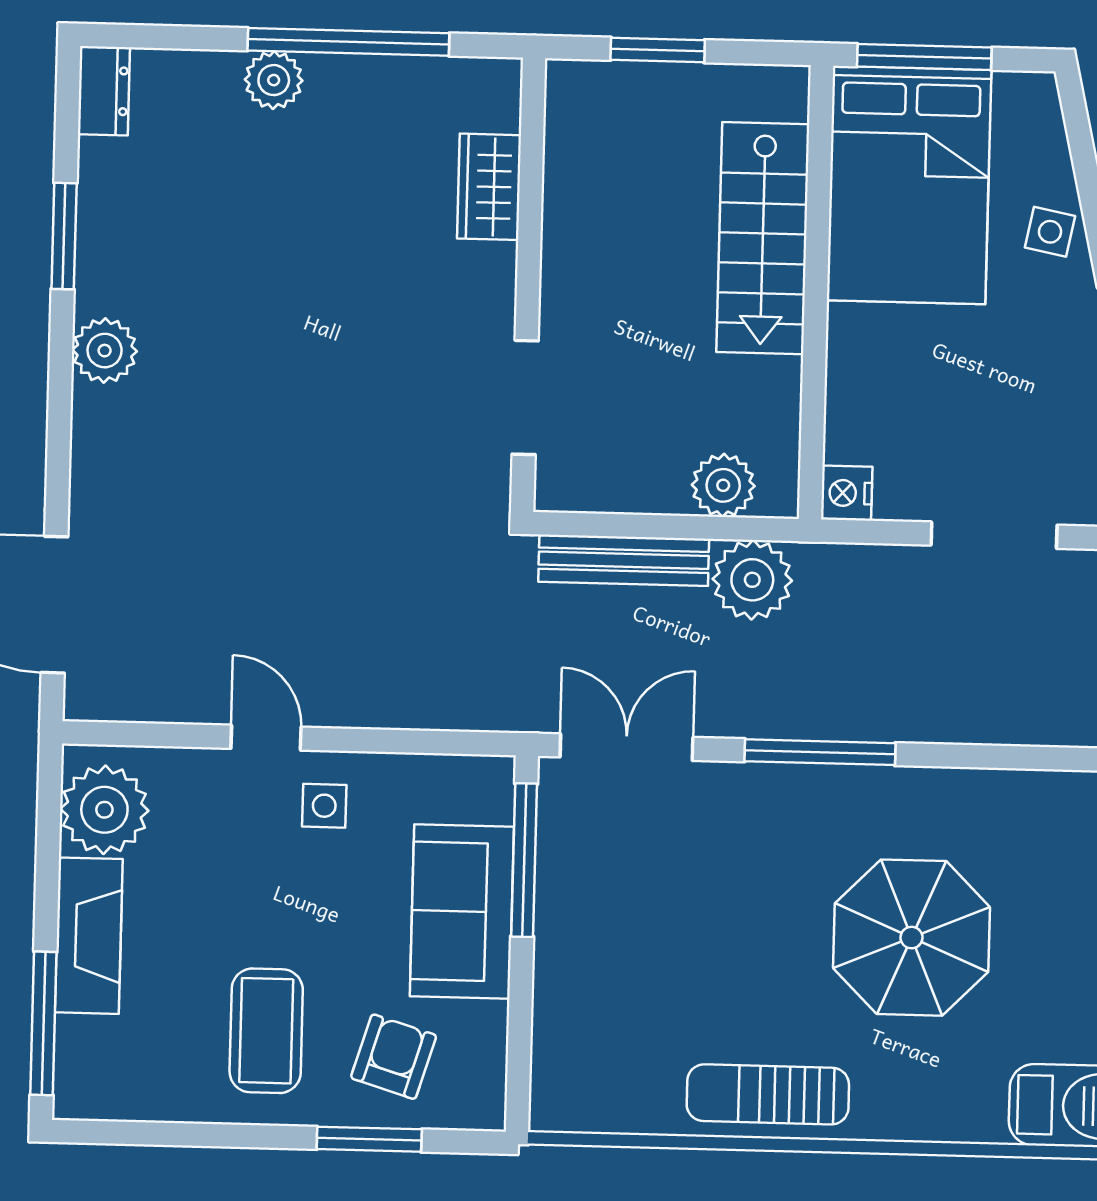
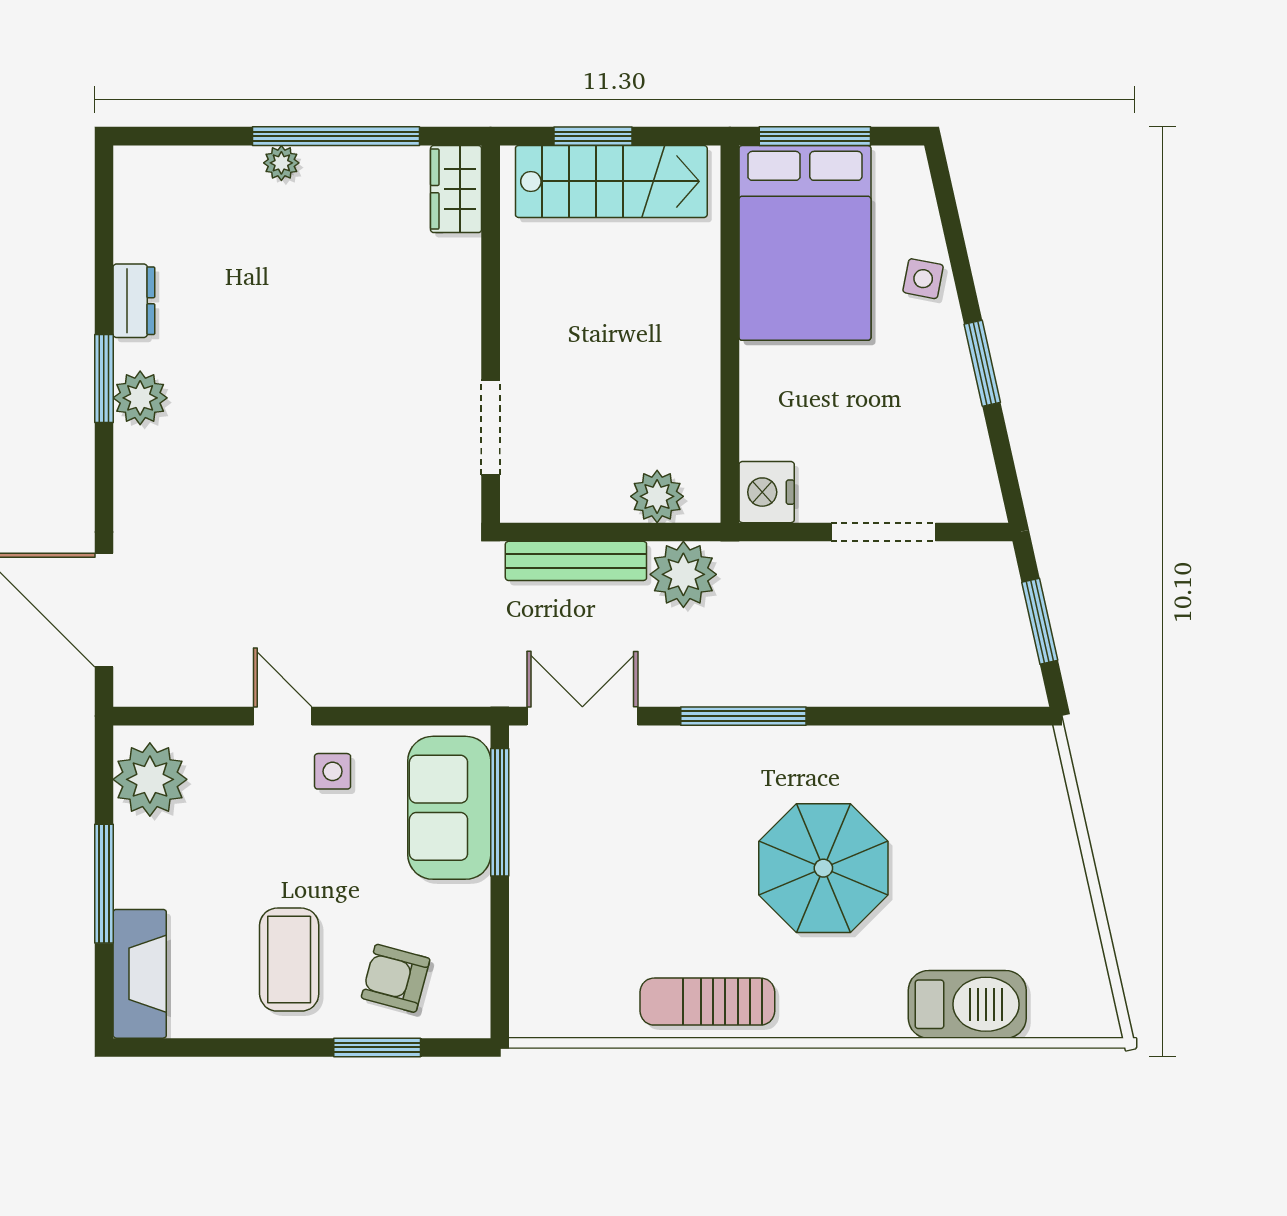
plant: (274, 80) -> (281, 163), width x0.73, depth x0.73
dresser: (104, 91) -> (134, 301), moved
wardrobe: (489, 187) -> (456, 189), moved
window: (64, 236) -> (104, 378), moved
stairs: (763, 238) -> (611, 181), moved, turned -90
nightstand: (847, 493) -> (767, 492), width x1.36, depth x1.33
sofa: (462, 912) -> (449, 808), moved
fireplace: (89, 936) -> (140, 974), moved
window: (43, 1023) -> (104, 884), moved
armchair: (394, 1057) -> (396, 978), turned -92

